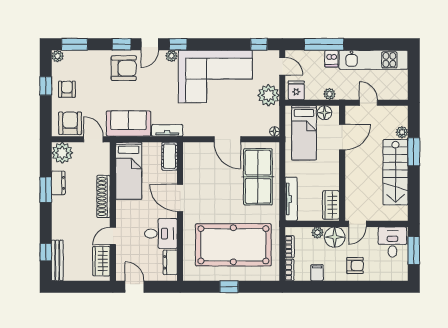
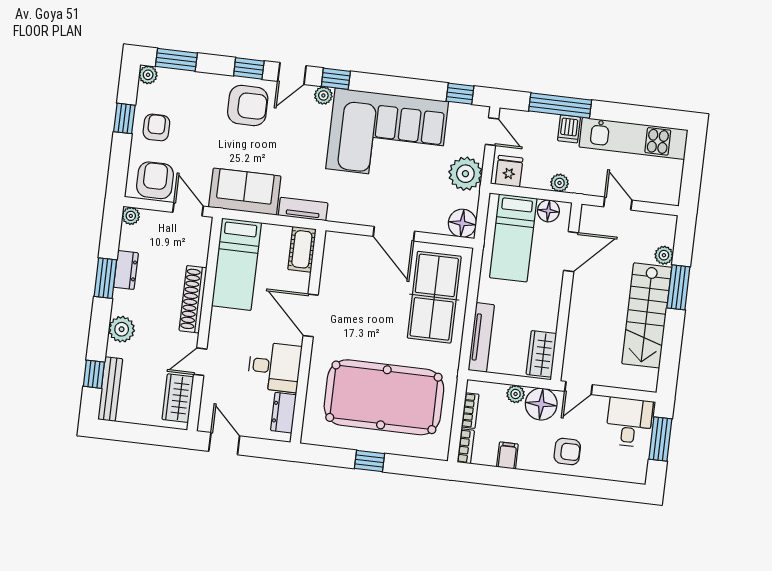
floor lamp: (275, 131) -> (462, 223), width x1.89, depth x1.89
plant: (62, 153) -> (131, 216), width x0.53, depth x0.53
plant: (60, 221) -> (122, 329), added

